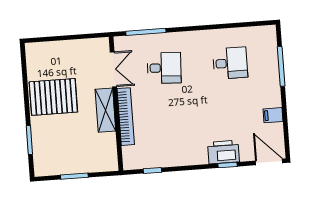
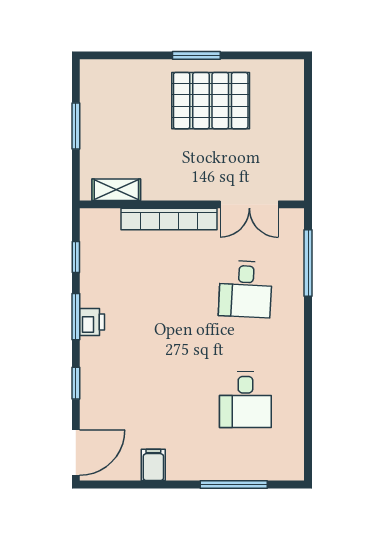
pallet: (53, 97) -> (211, 101), turned 90
shelving: (105, 110) -> (116, 190), moved, width x0.67, depth x0.75
window: (29, 140) -> (196, 55), moved
printer: (223, 152) -> (92, 322), moved, width x0.53, depth x0.68
window: (188, 168) -> (76, 317), added

